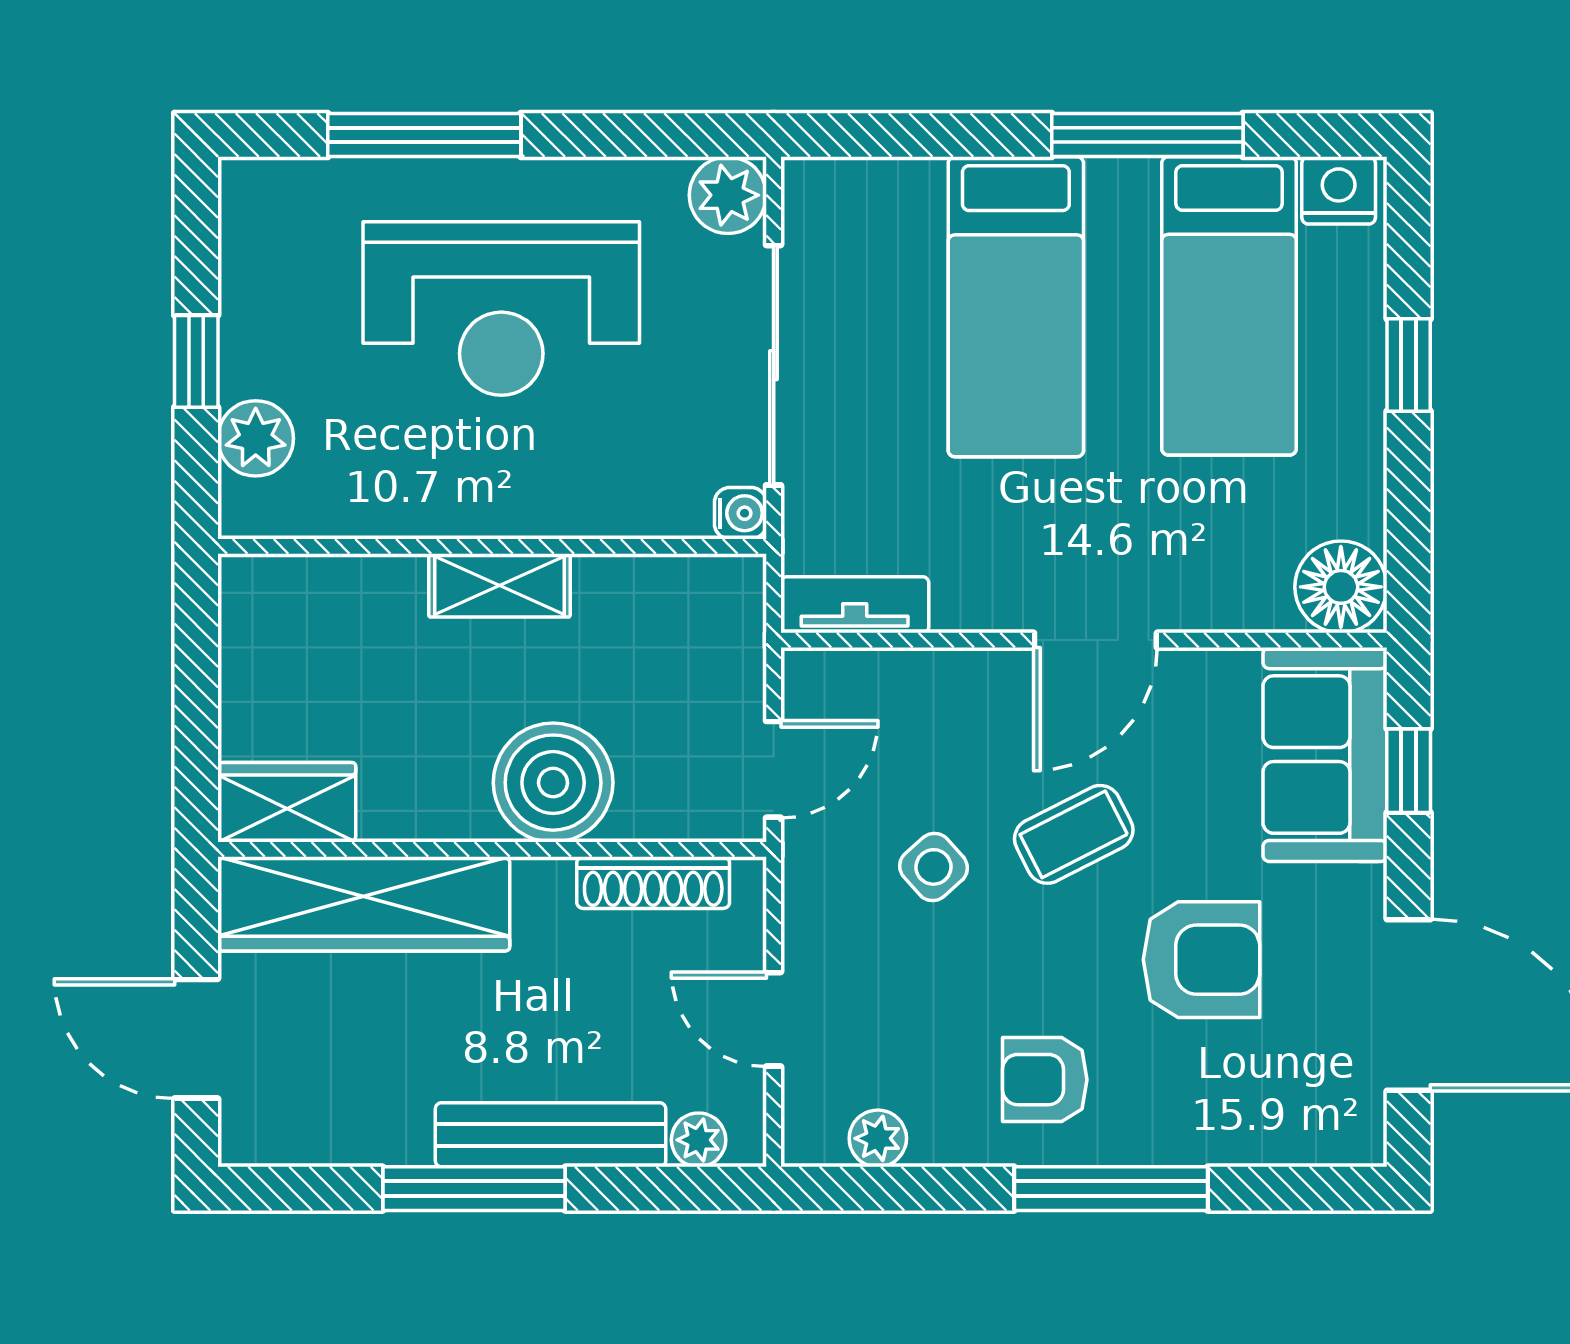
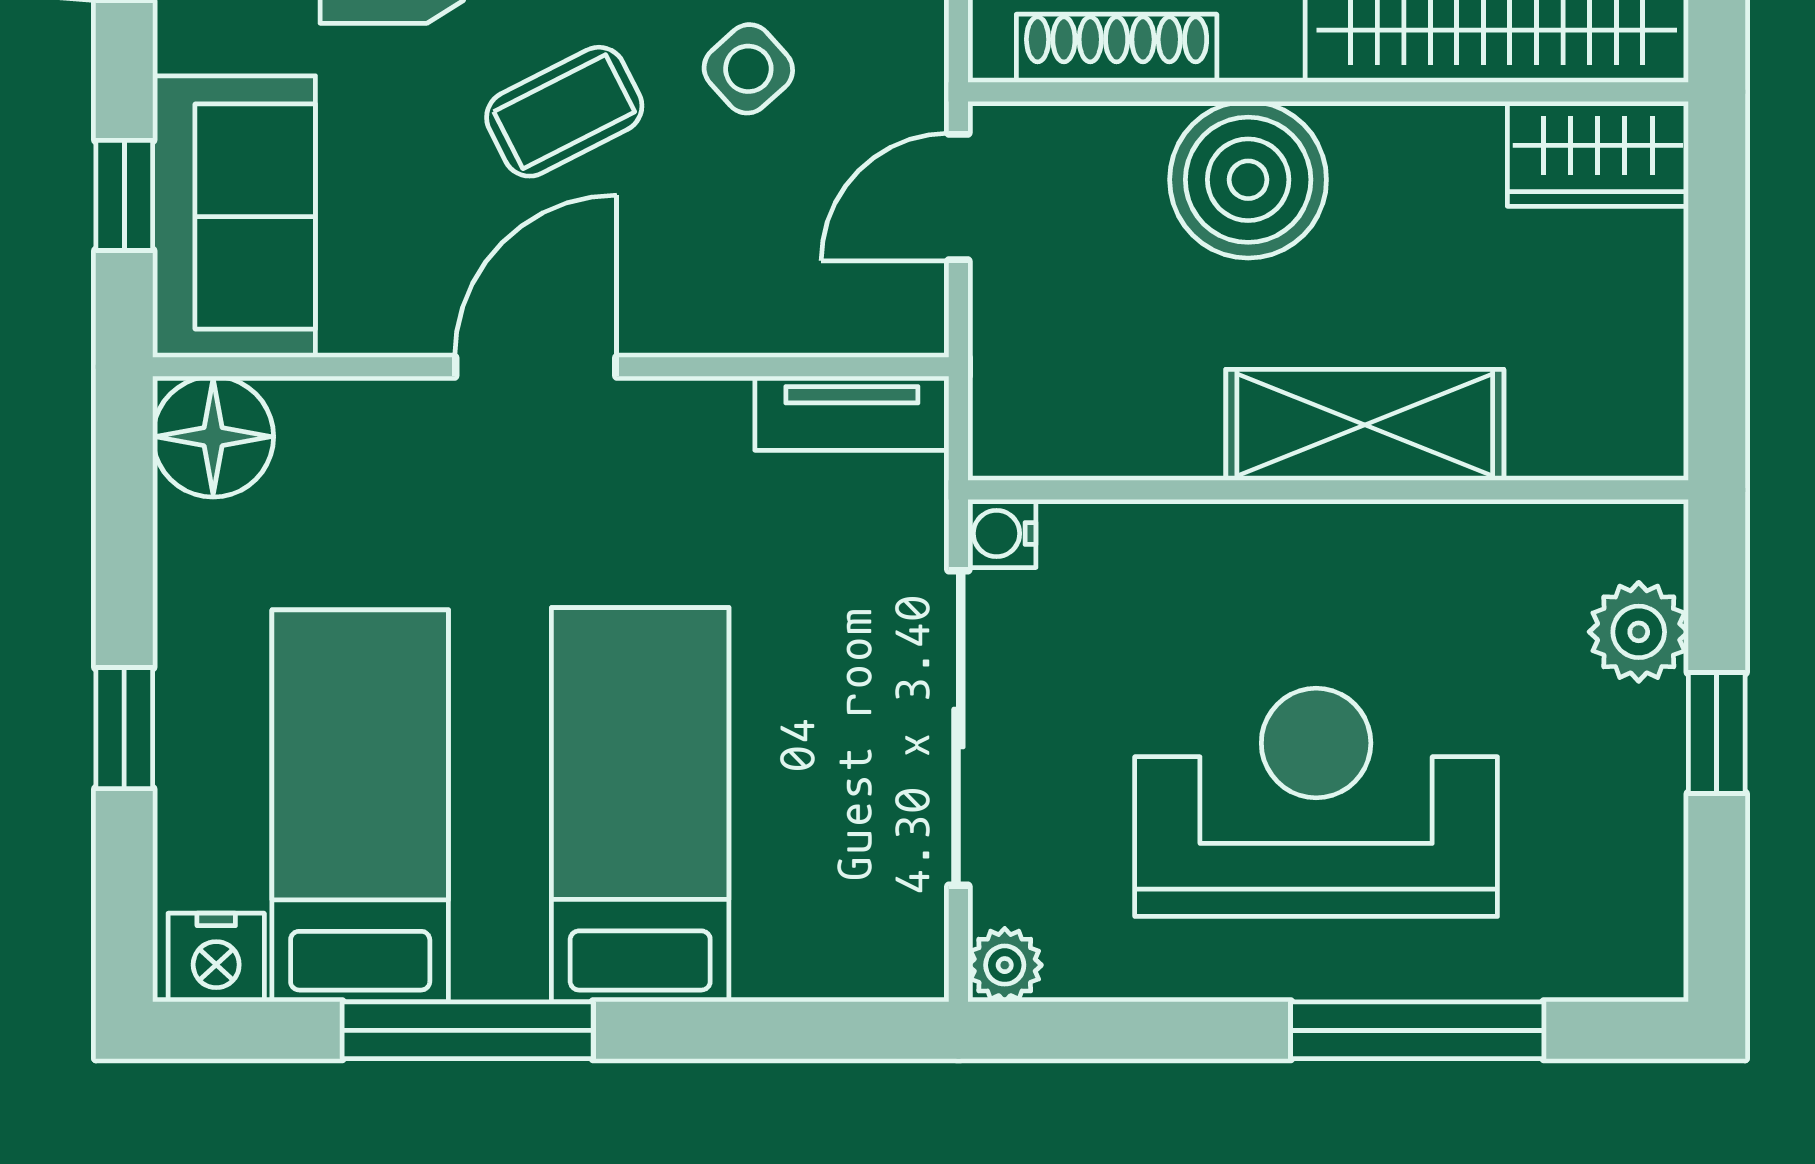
plant: (728, 195) -> (1005, 965), width x0.73, depth x0.73
shelving: (499, 585) -> (1365, 425), width x1.50, depth x1.33

